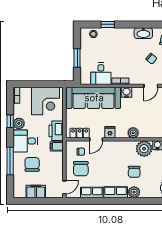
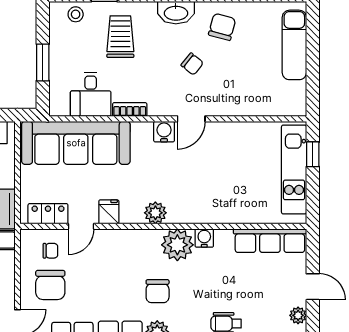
trolley: (116, 45) -> (120, 37), added
water cooler: (126, 92) -> (164, 132), moved

